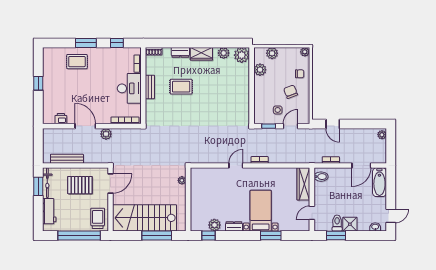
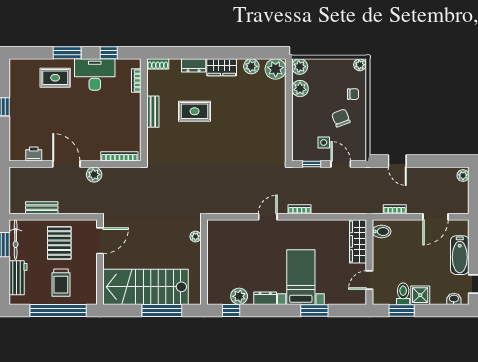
plant: (272, 53) -> (300, 67), moved
desk: (129, 88) -> (95, 74), moved, turned -90
door: (290, 126) -> (341, 164), hinge flipped
bench: (67, 159) -> (42, 208), width x0.73
bathtub: (379, 182) -> (460, 255), moved
pallet: (80, 185) -> (59, 243), turned 90
trolley: (98, 218) -> (61, 283), moved, turned 180

